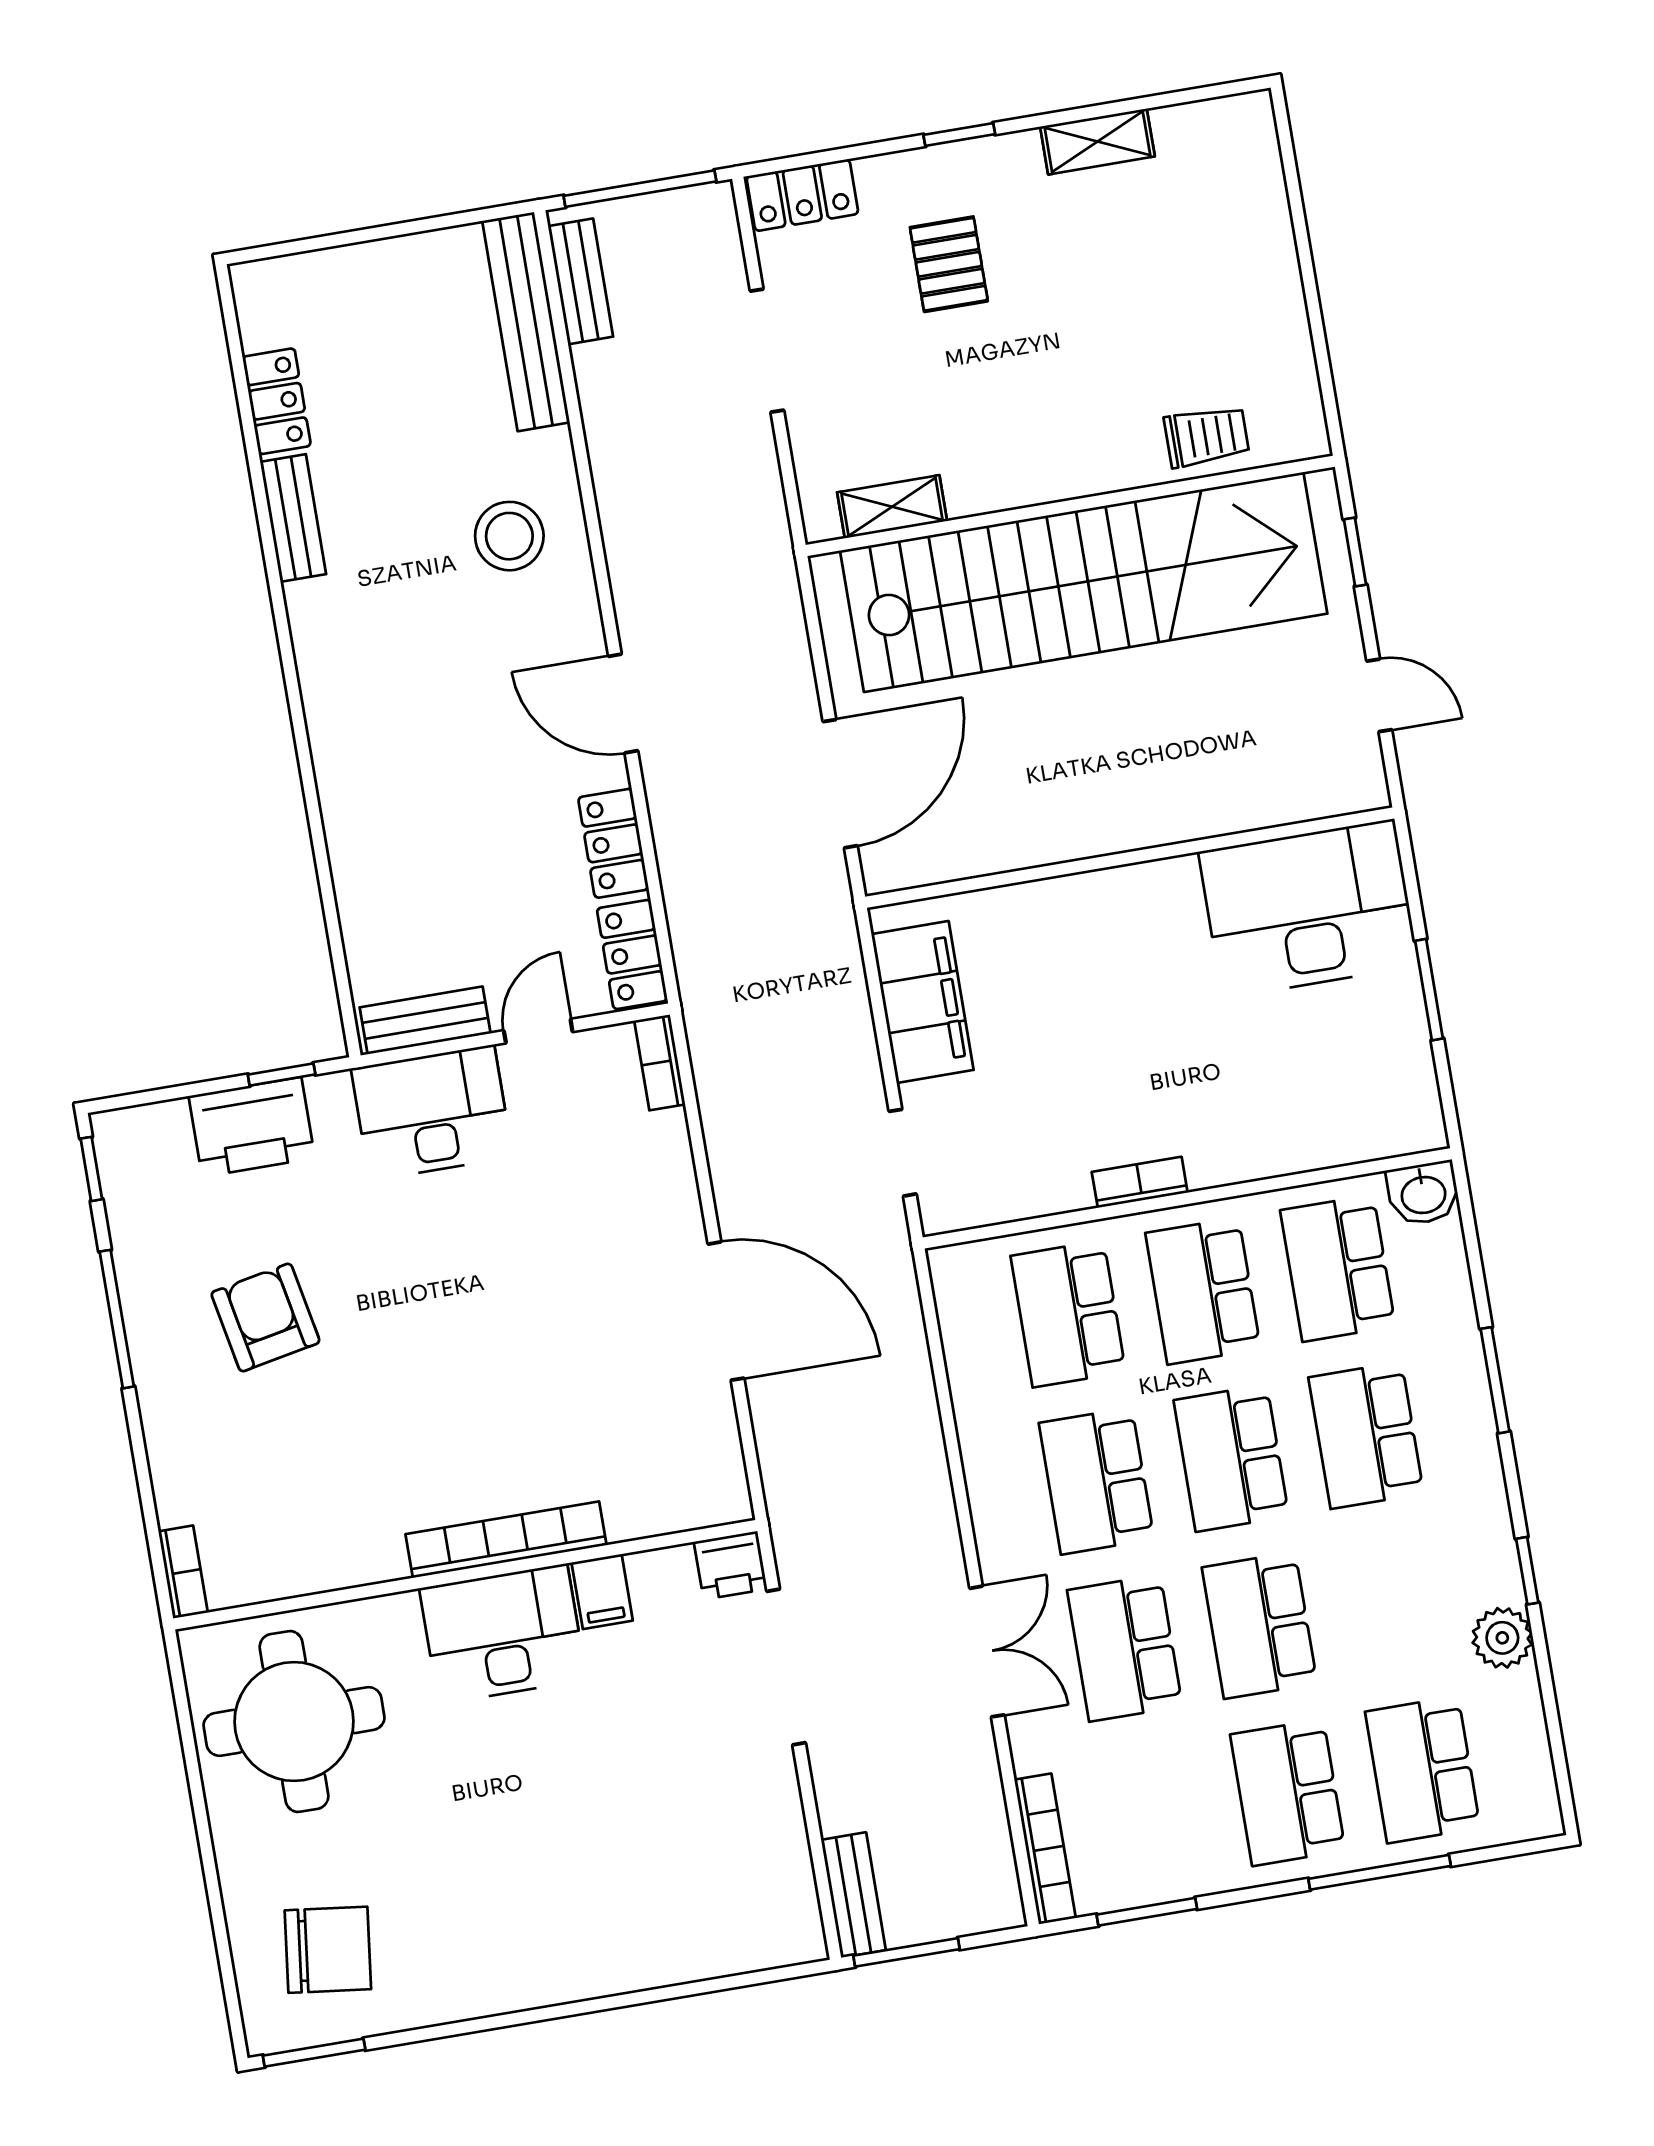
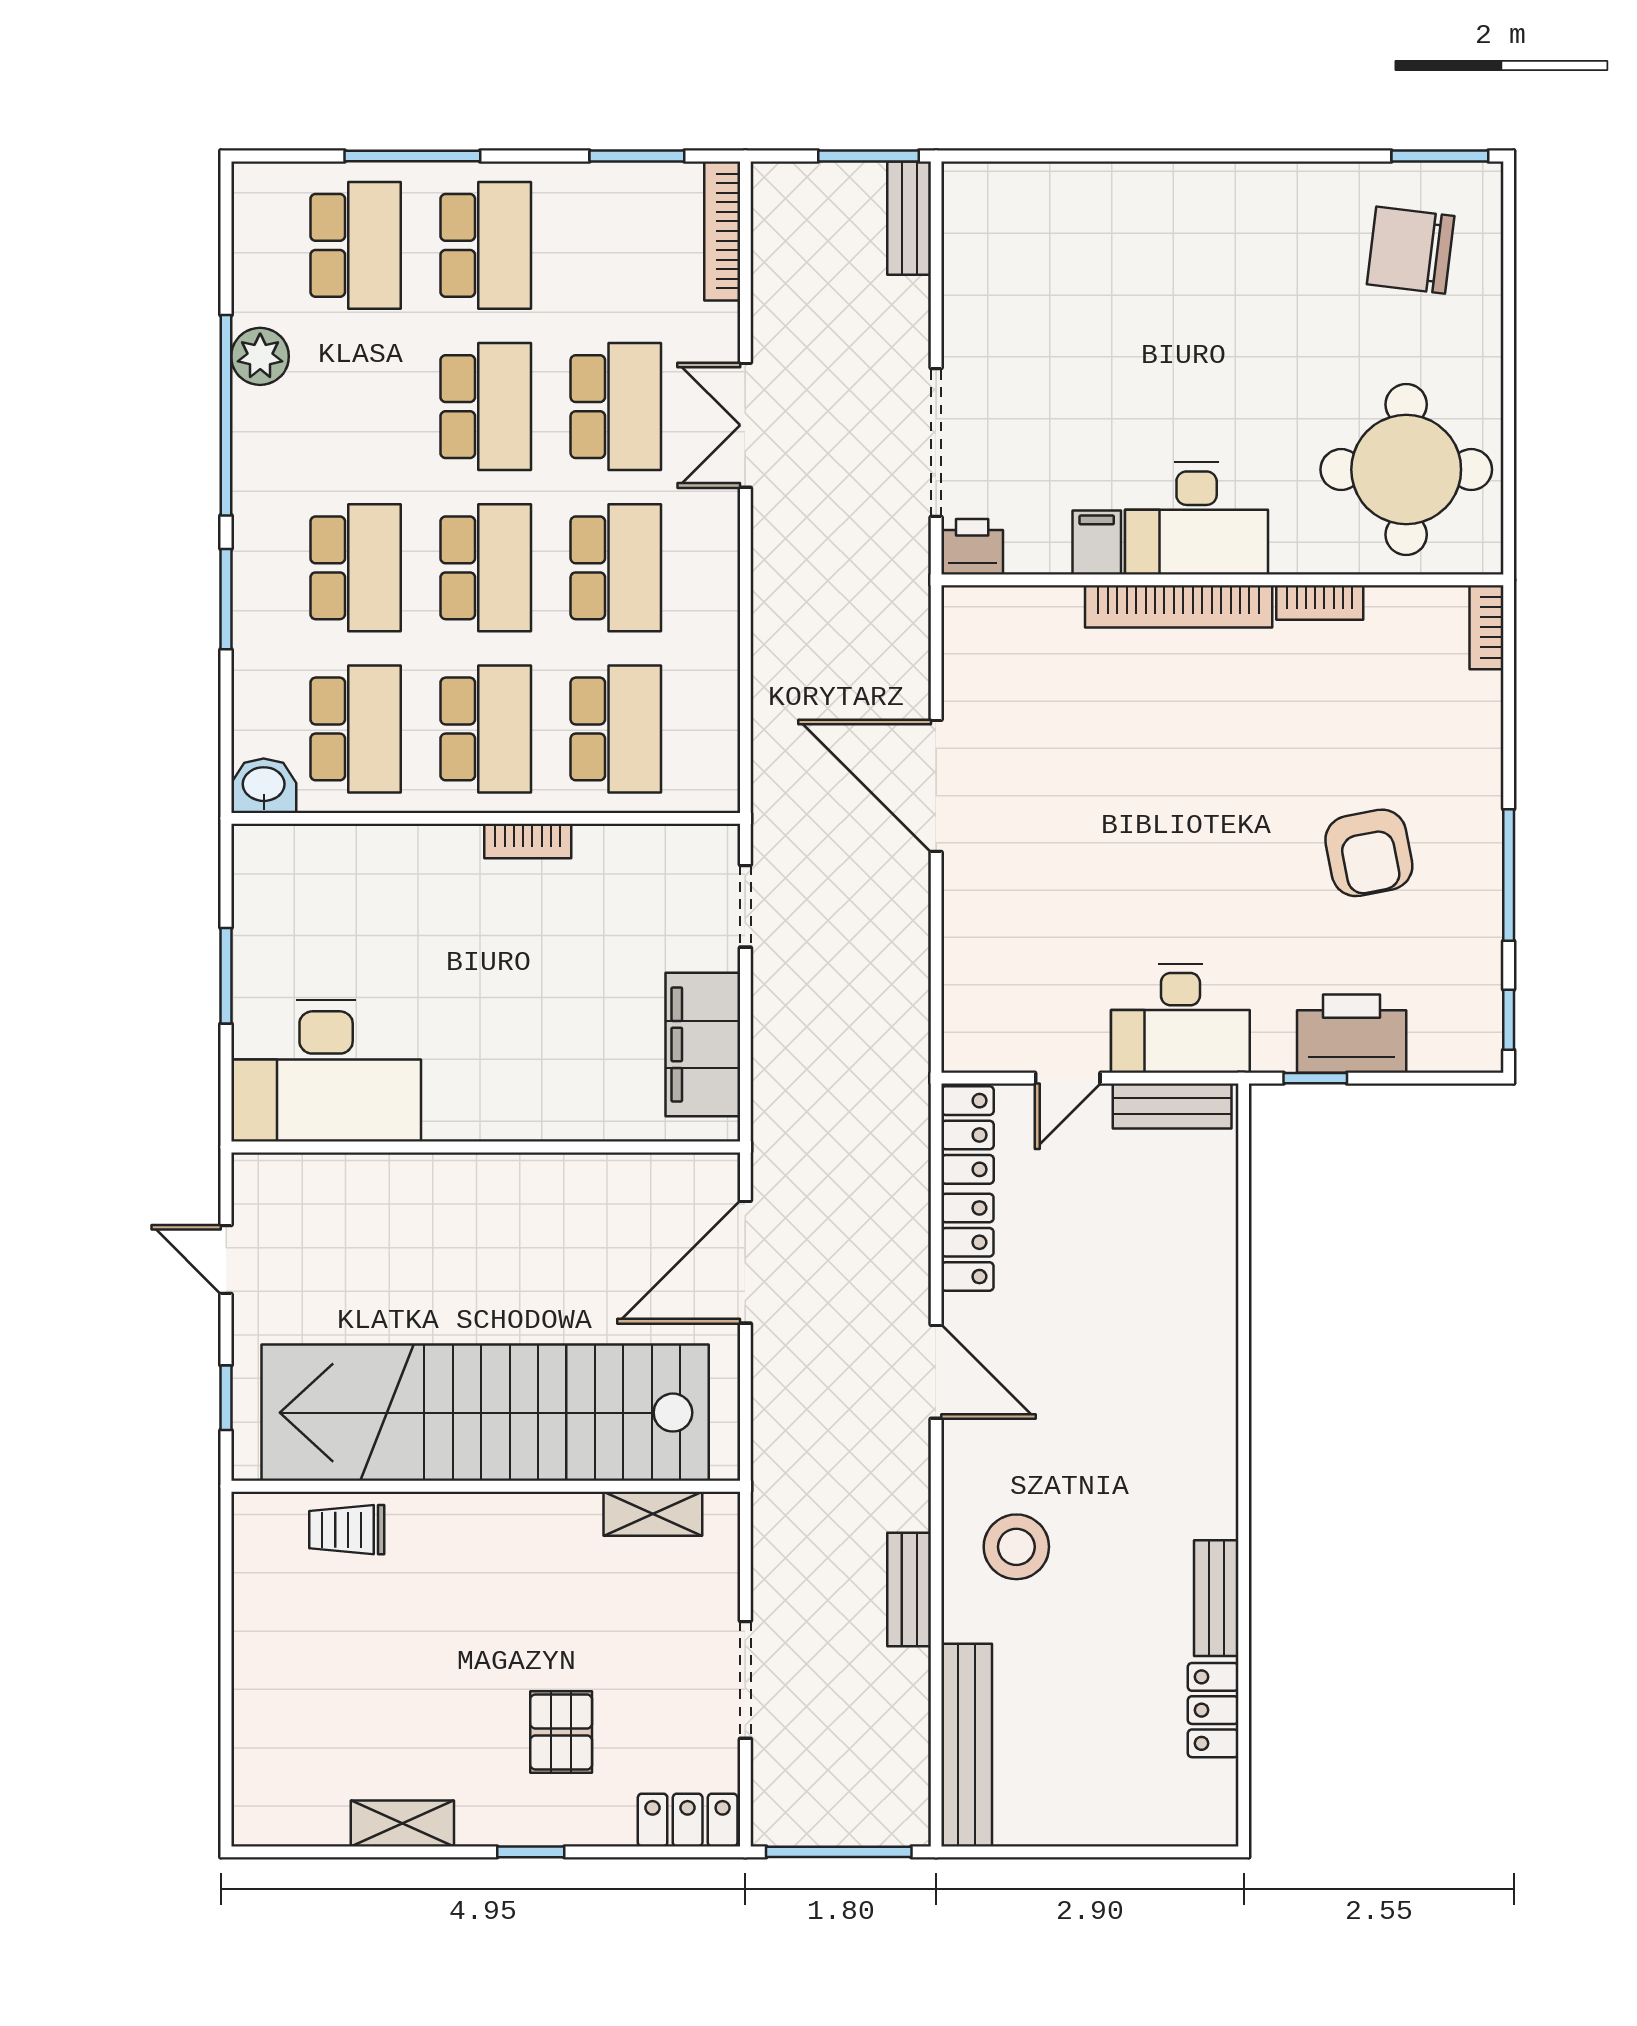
bench: (581, 281) -> (909, 1589), moved
bookcase: (660, 1062) -> (1320, 603), moved, turned 90
window: (1527, 1571) -> (226, 415), width x3.17

